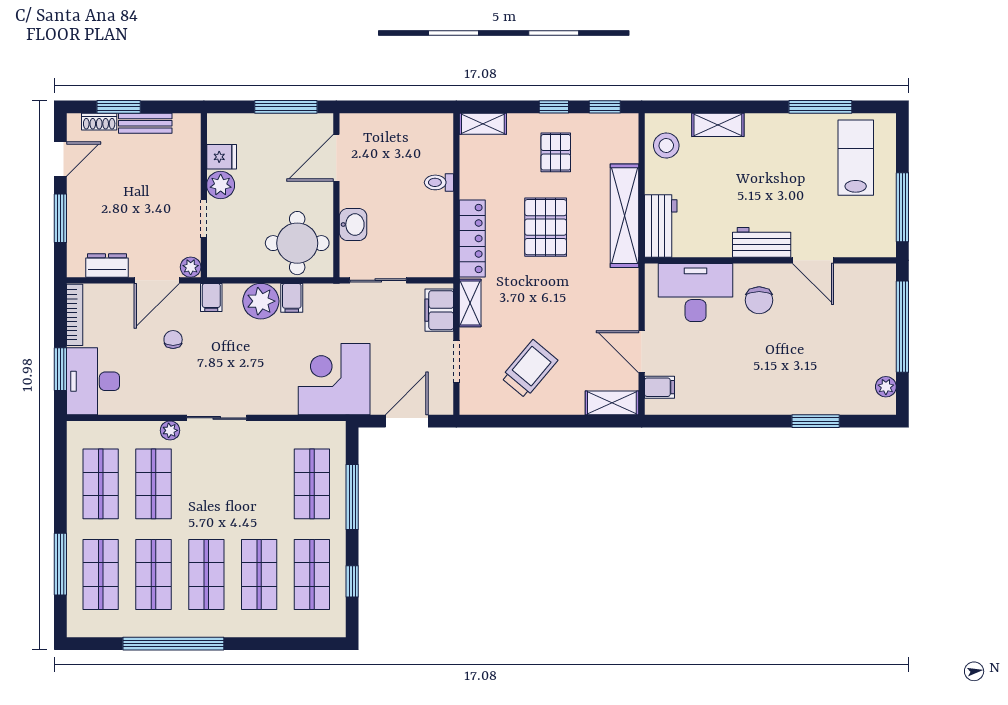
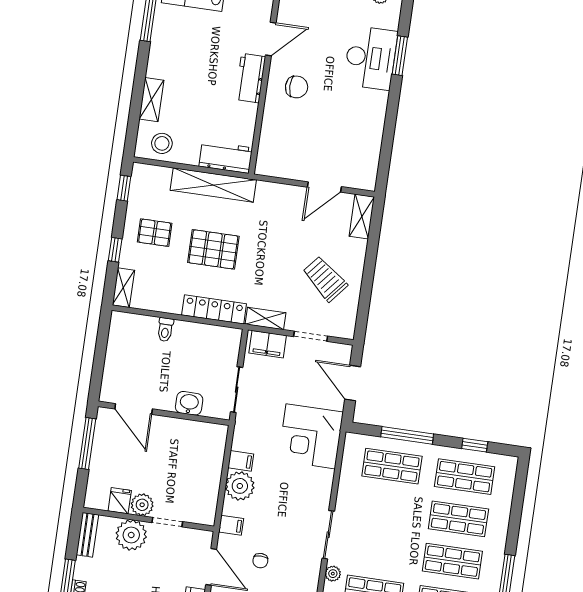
window: (554, 107) -> (115, 250), moved
bench: (145, 123) -> (87, 535), moved
round table: (297, 243) -> (197, 450), removed
plant: (191, 267) -> (131, 535), moved, width x1.88, depth x1.88
desk: (696, 292) -> (371, 58), moved, turned 180
chair: (173, 340) -> (260, 561), turned -90
filing cabinet: (659, 387) -> (355, 177), removed

